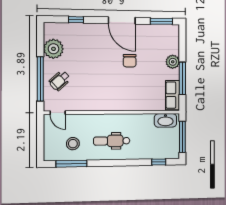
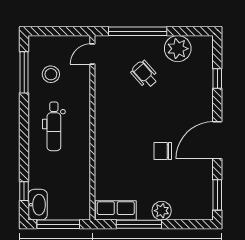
wheelchair: (60, 81) -> (145, 74), moved
washbasin: (165, 120) -> (38, 205), moved, turned 180
dental chair: (112, 141) -> (54, 126), turned 180

